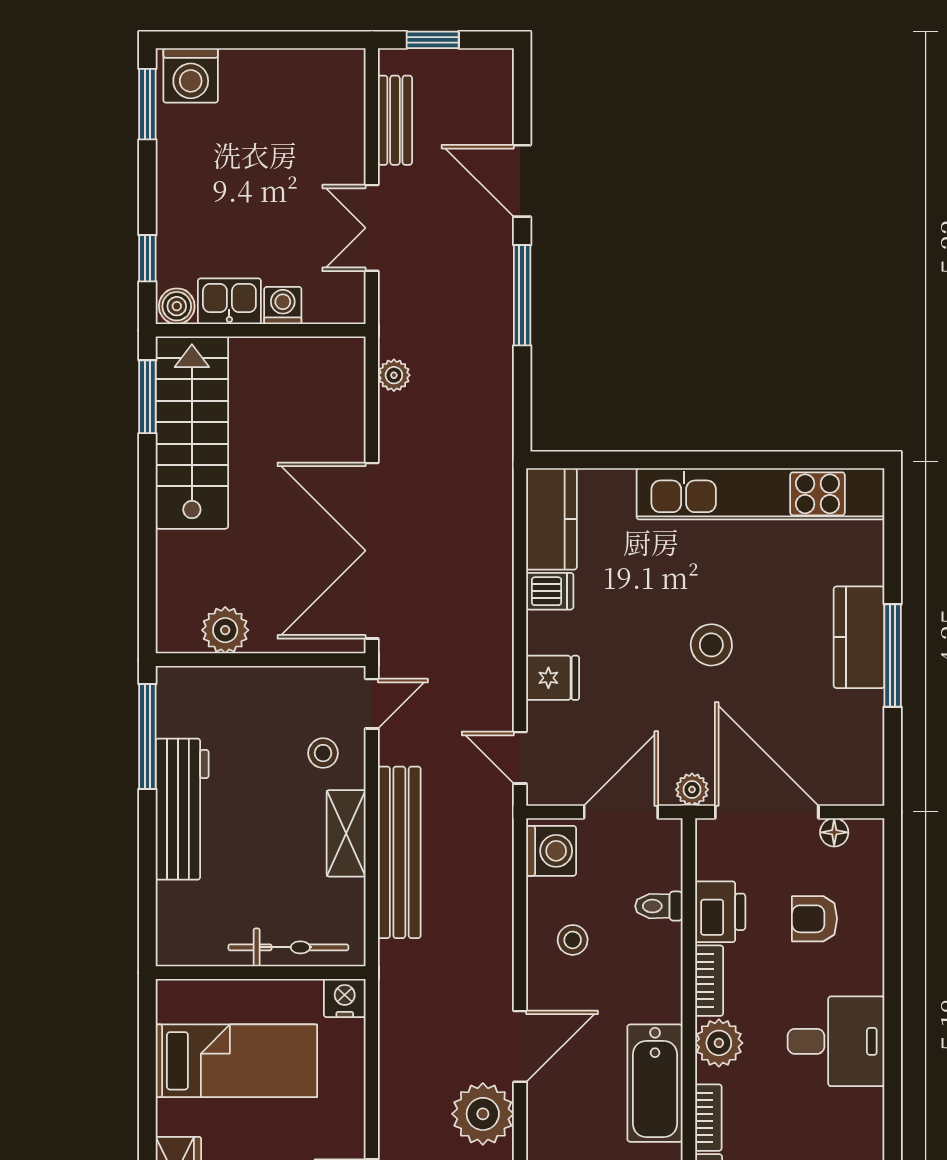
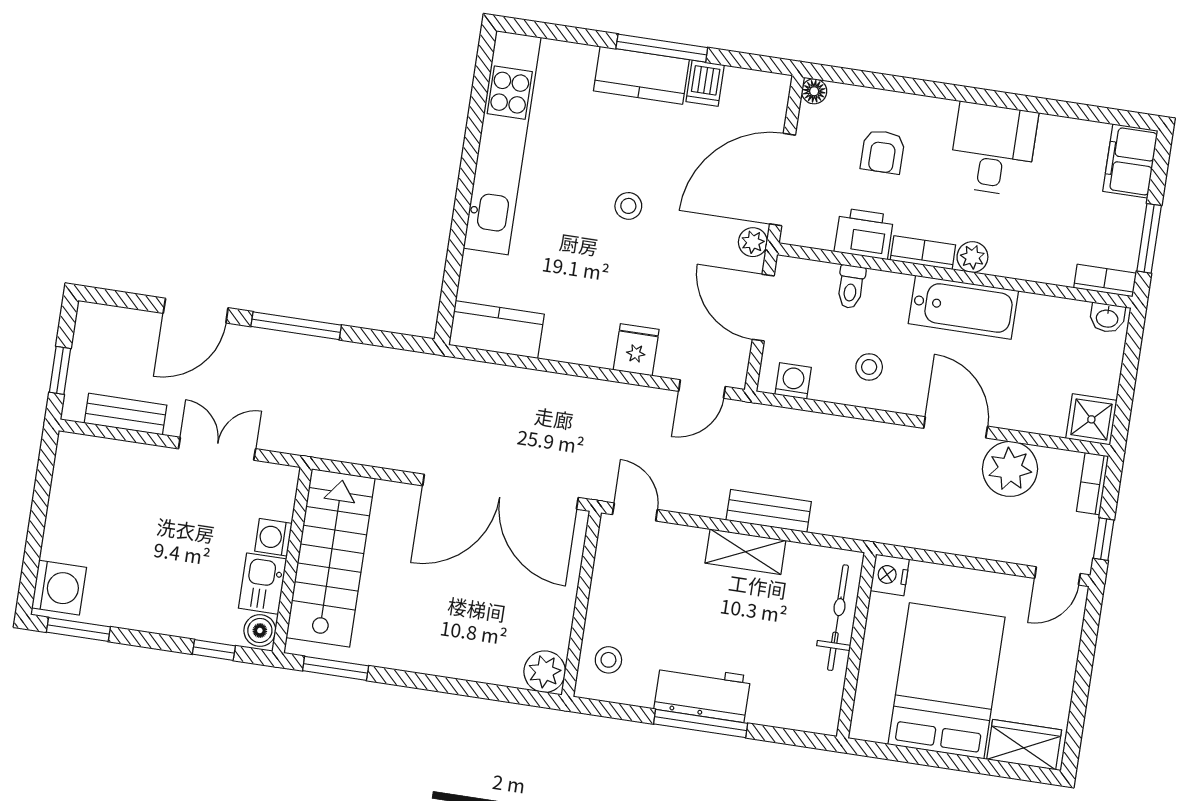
double door: (372, 228) -> (217, 449), swing flipped
plant: (394, 375) -> (349, 449), removed
stairs: (192, 433) -> (331, 558), moved, turned 90
dishwasher: (550, 591) -> (705, 83), moved, turned 180
plant: (225, 630) -> (545, 672), moved
stool: (711, 645) -> (628, 206), width x0.73, depth x0.73
window: (147, 737) -> (701, 724), moved
stool: (323, 753) -> (608, 660), moved
workbench: (182, 809) -> (702, 693), width x0.73
floor lamp: (834, 832) -> (814, 91), moved
washing machine: (551, 851) -> (793, 381), width x0.73, depth x0.73
bench: (399, 852) -> (769, 511), width x0.54, depth x0.82
plant: (719, 1043) -> (972, 257), width x0.73, depth x0.73
bed: (236, 1061) -> (947, 681), width x1.50
bathtub: (655, 1083) -> (963, 307), moved
bookcase: (708, 1118) -> (1043, 271), removed

